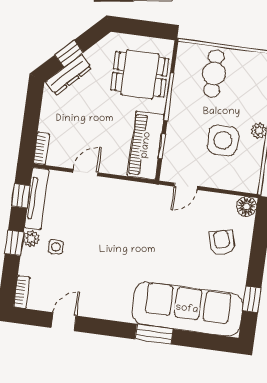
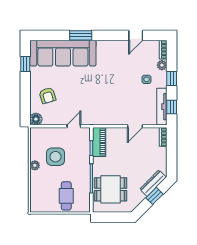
piano: (146, 145) -> (99, 142), width x0.73, depth x0.75
plant: (31, 239) -> (162, 65), moved

